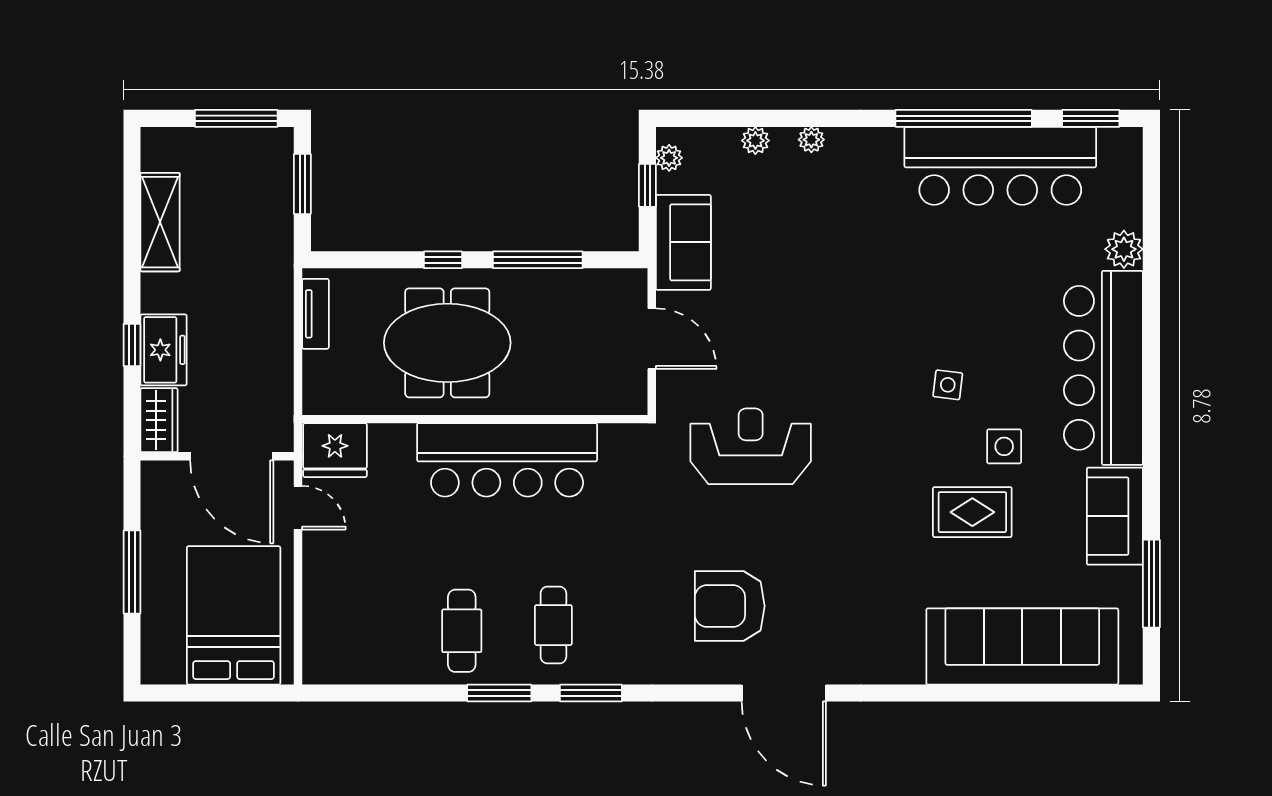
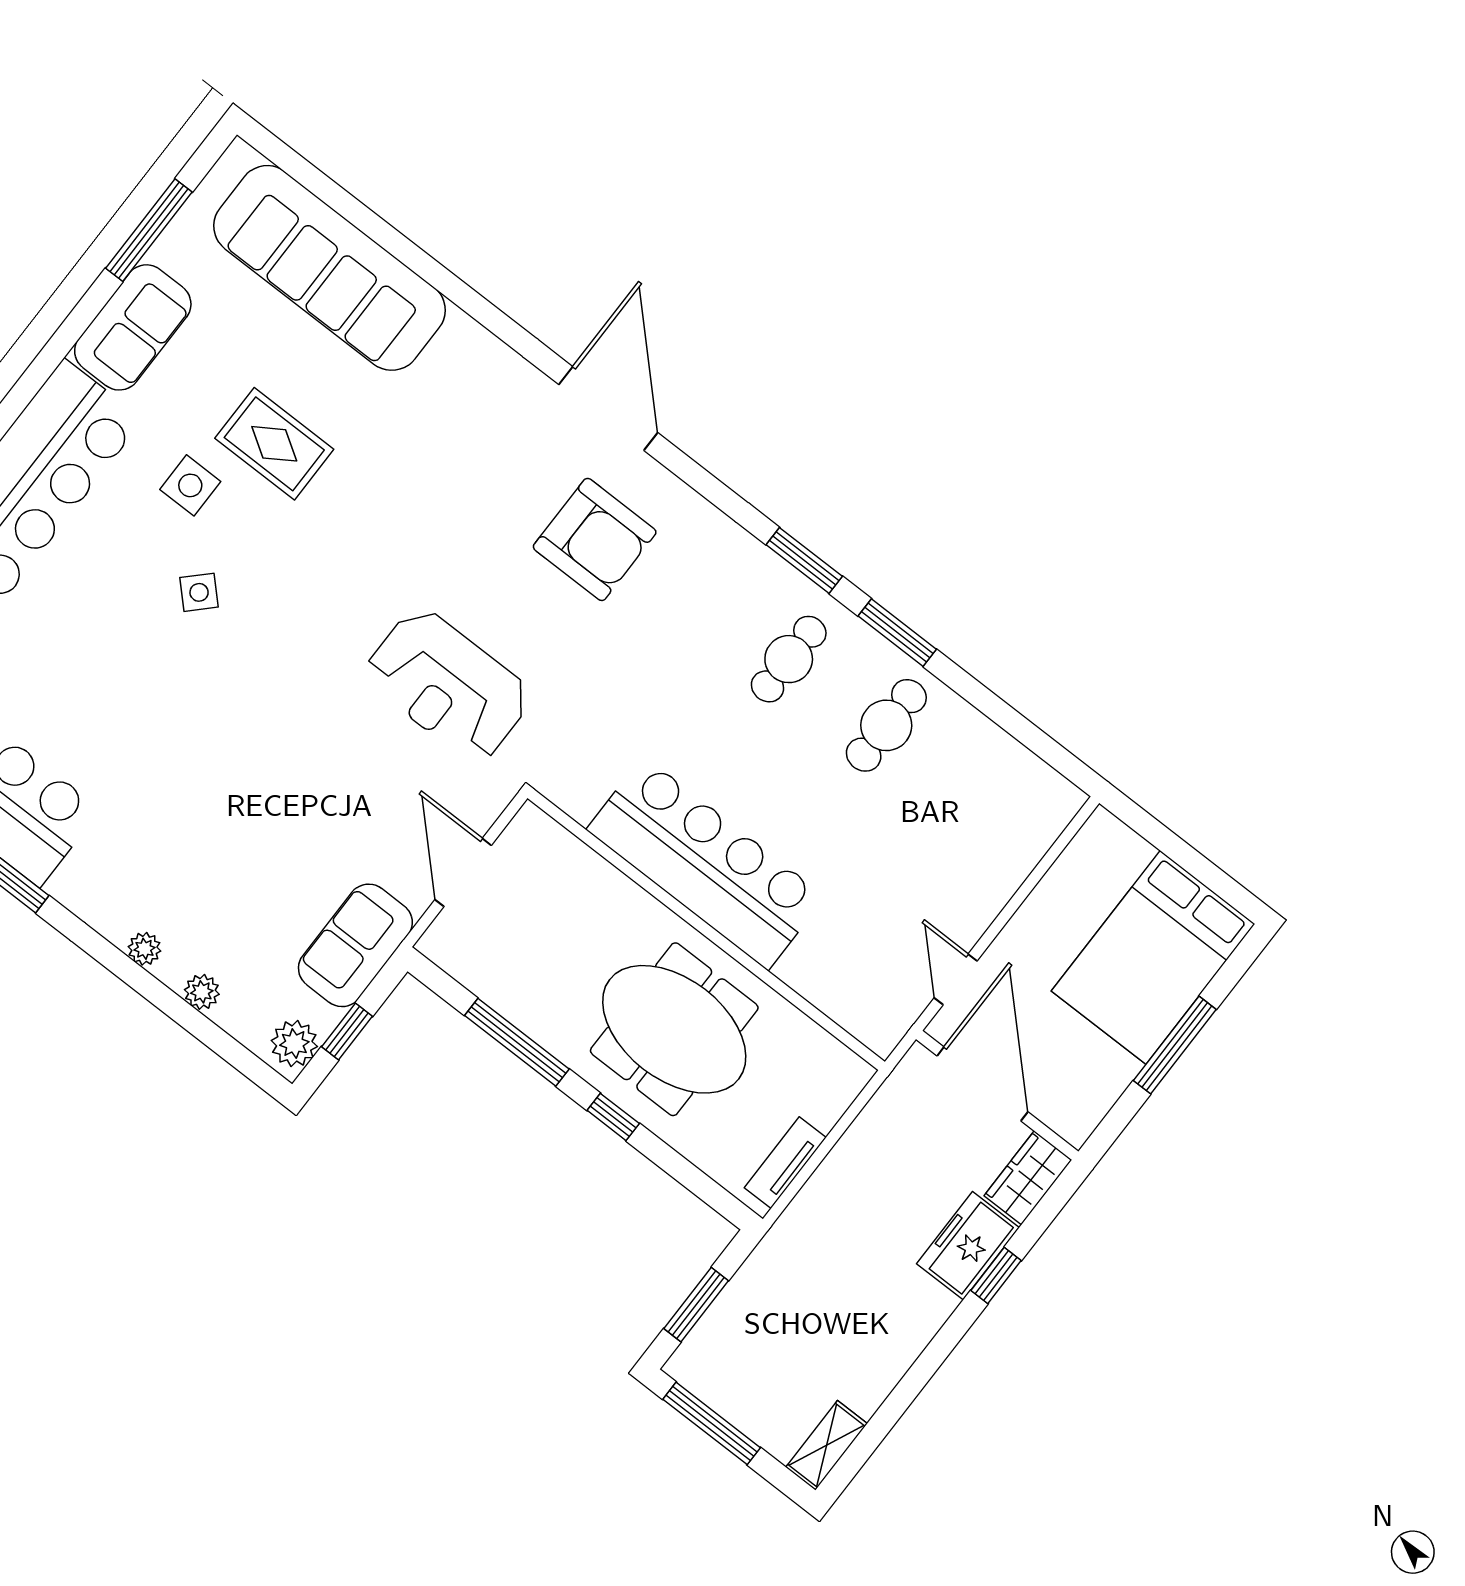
plant: (669, 158) -> (294, 1044), width x1.38, depth x1.38
shelving: (160, 222) -> (826, 1445), moved, width x0.67, depth x0.75
side table: (948, 385) -> (199, 592), turned 38
fridge: (335, 450) -> (873, 1009), removed
bed: (234, 615) -> (1153, 957), moved

